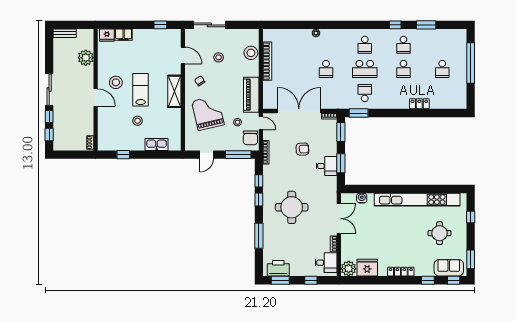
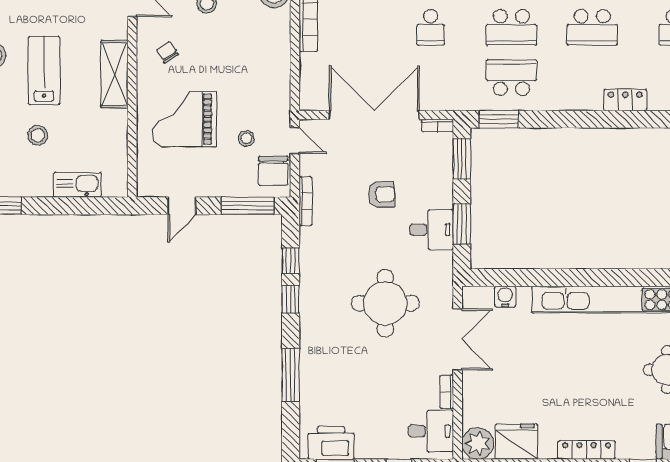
school desk: (404, 69) -> (592, 27), width x1.85
school desk: (365, 93) -> (511, 78), width x1.85
piano: (251, 95) -> (275, 81), removed
grand piano: (208, 113) -> (184, 119), turned -77
round table: (292, 207) -> (385, 303), moved

